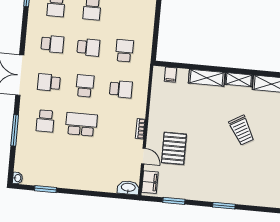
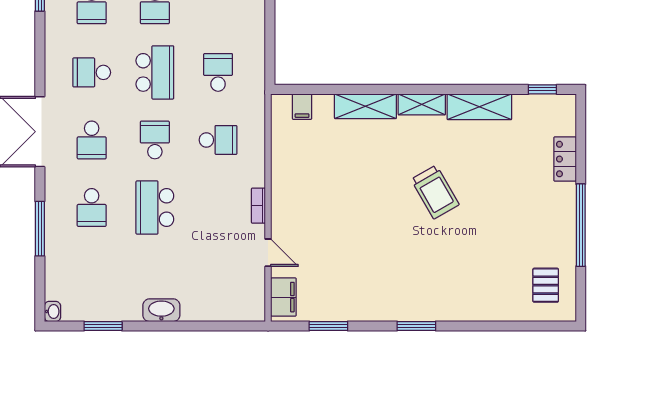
school desk: (52, 44) -> (92, 72), turned 180
school desk: (88, 47) -> (155, 72), width x1.85
school desk: (49, 82) -> (92, 140), turned -90
school desk: (81, 124) -> (155, 208), turned -90
pallet: (174, 148) -> (320, 235), removed
washbasin: (128, 188) -> (161, 310), moved

